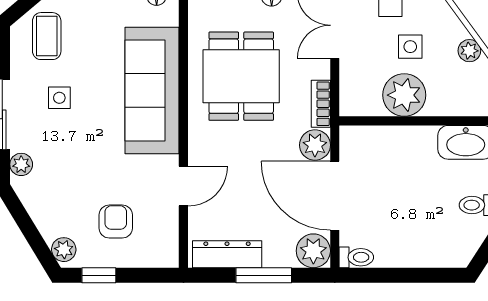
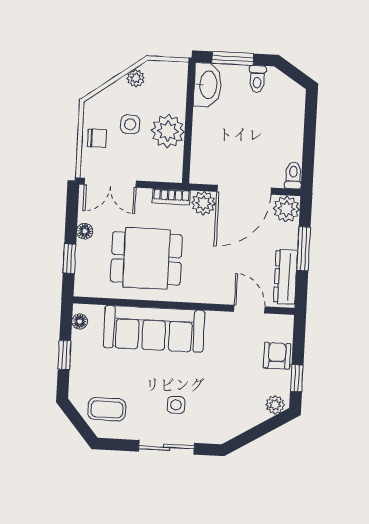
side table: (59, 98) -> (176, 405), moved
plant: (21, 164) -> (207, 435), removed
door: (183, 186) -> (249, 309), moved
armchair: (116, 222) -> (277, 356), moved, turned 90

